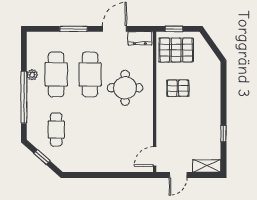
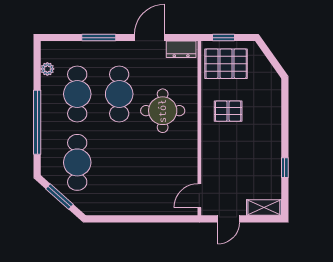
plant: (32, 75) -> (47, 69), moved
cafe table: (56, 130) -> (77, 162), width x1.37, depth x1.35
window: (42, 157) -> (59, 197), width x1.50

